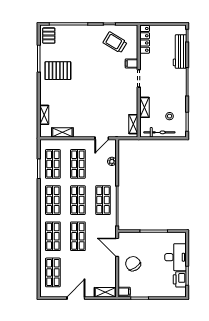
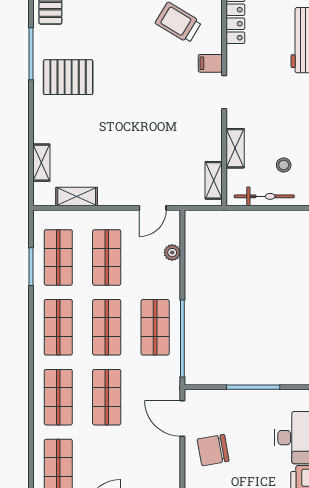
chair: (133, 264) -> (213, 450), turned -66

